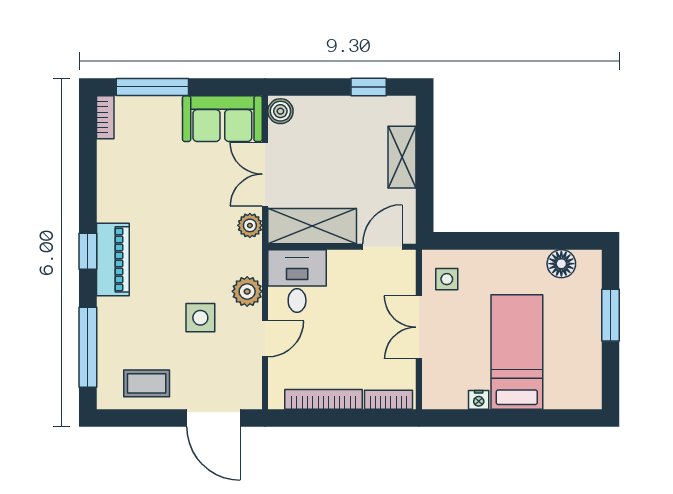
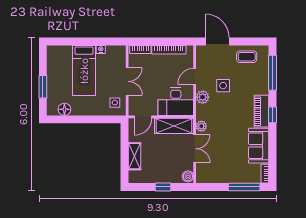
window: (369, 87) -> (163, 187), moved
sofa: (222, 119) -> (259, 146), moved, turned -90
desk: (297, 281) -> (176, 102), width x1.37

